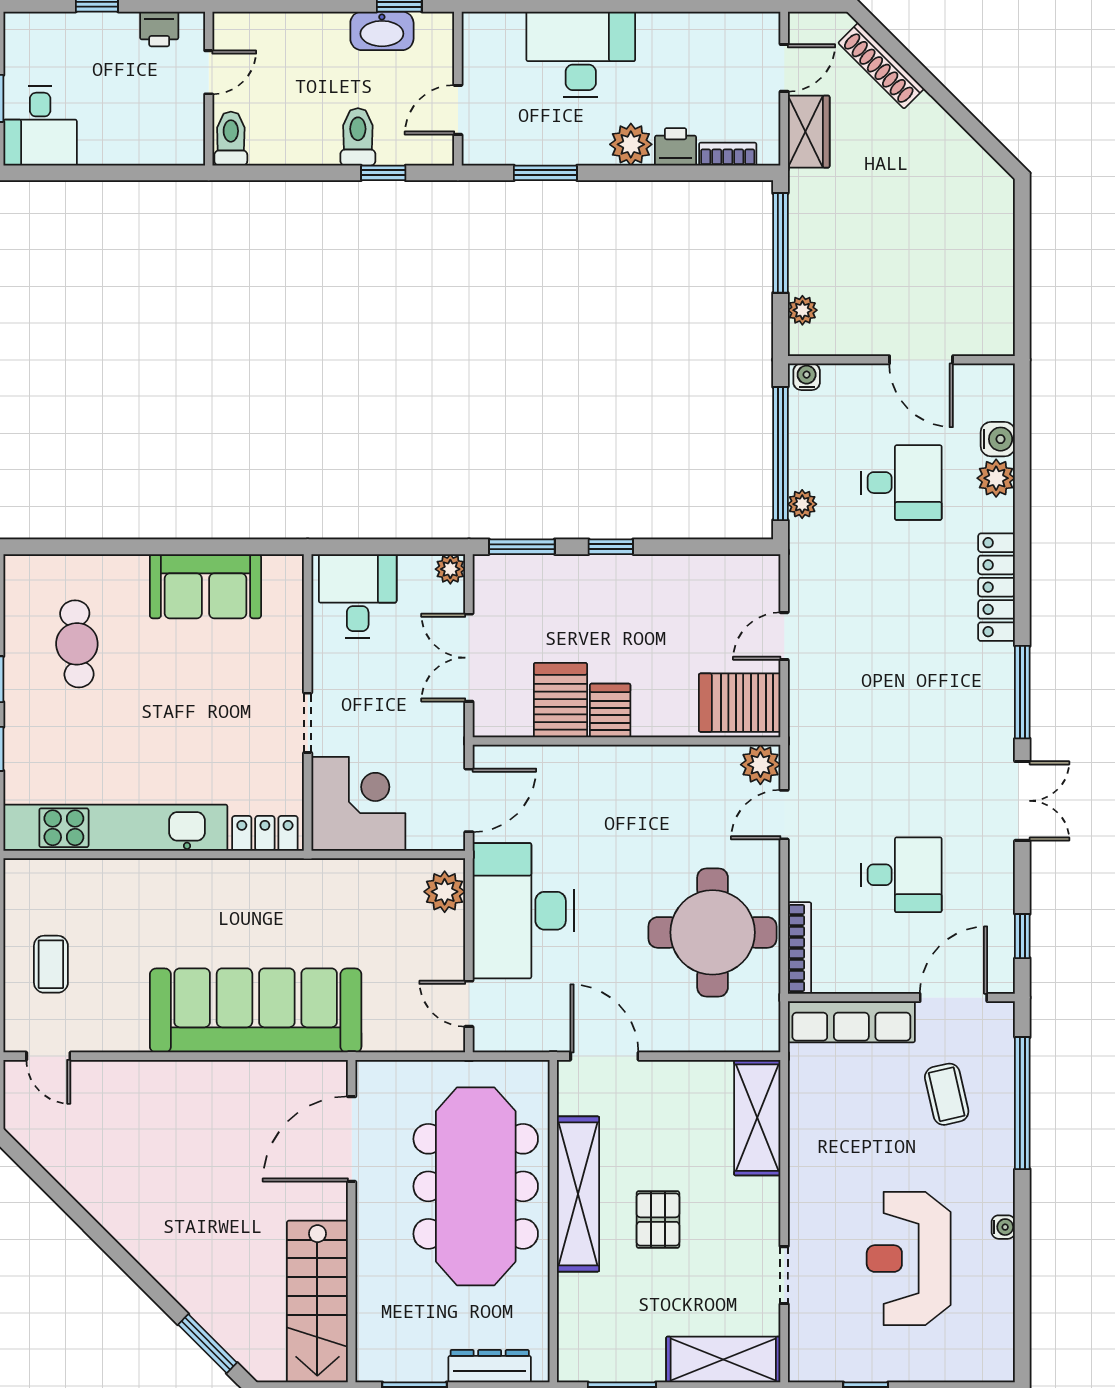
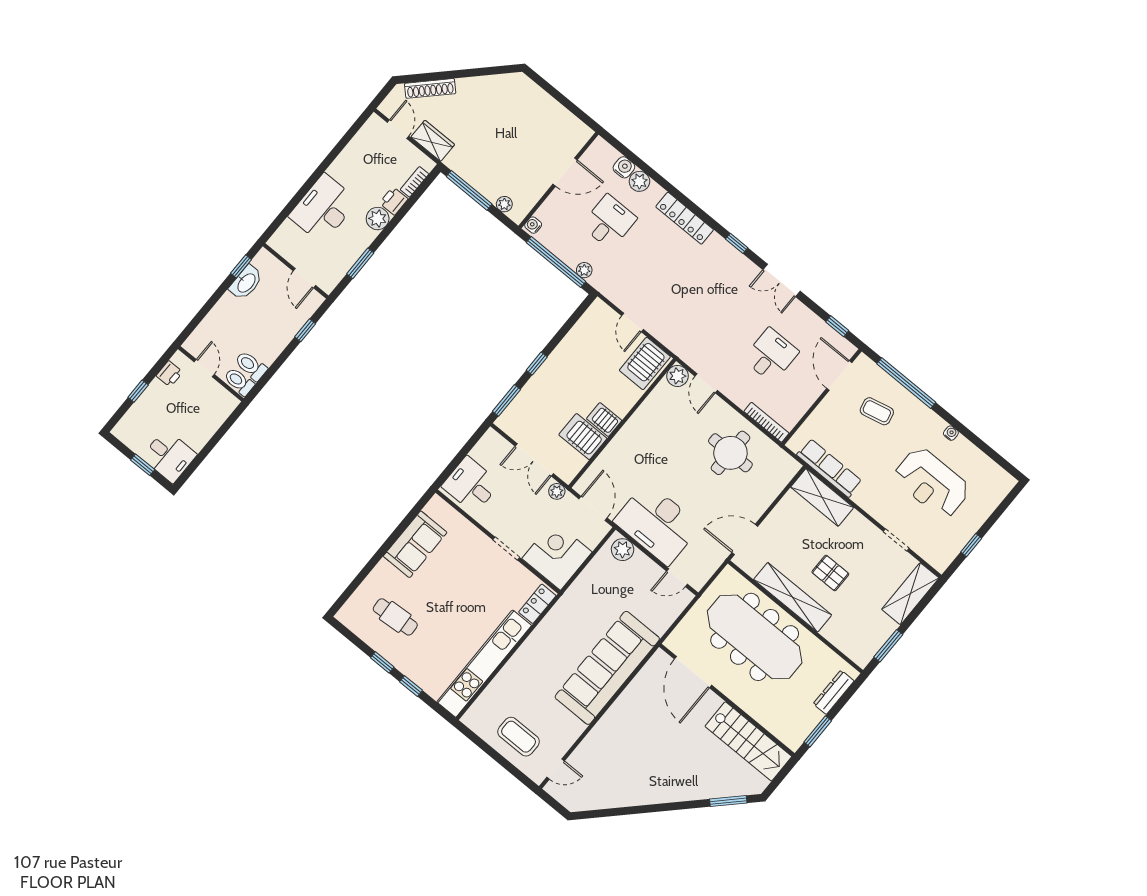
toilet: (358, 137) -> (251, 366), moved
plant: (450, 569) -> (557, 491), moved
window: (1022, 692) -> (737, 243), width x0.46
double door: (1022, 801) -> (782, 280), swing flipped
round table: (713, 932) -> (730, 453), width x0.73, depth x0.73
coffee table: (51, 964) -> (519, 737), width x1.36, depth x1.30
row of seats: (851, 1022) -> (829, 468), moved, turned -90

